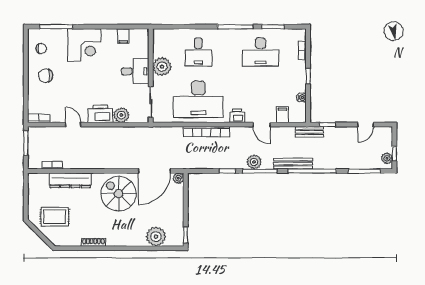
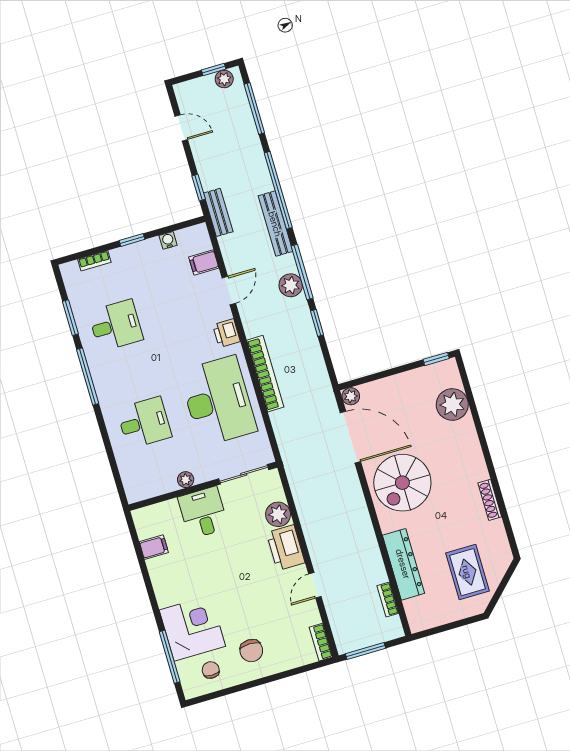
corner desk: (84, 45) -> (192, 628), moved
desk: (260, 52) -> (116, 325), width x0.73
plant: (162, 67) -> (186, 480), width x0.53, depth x0.53

